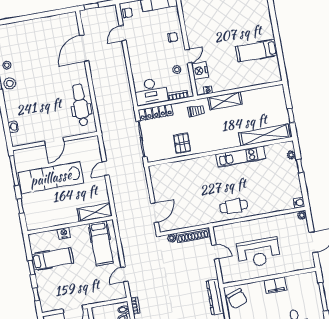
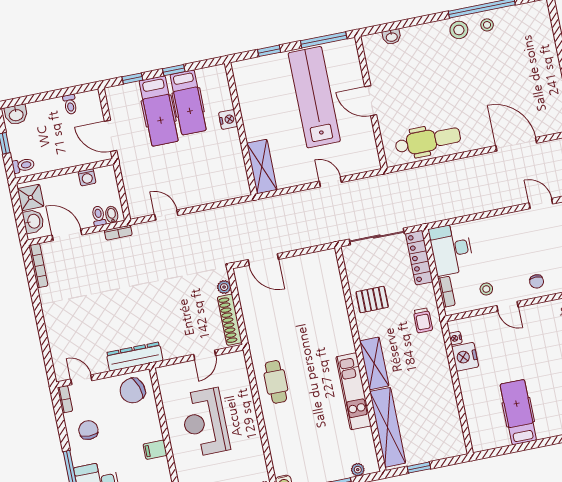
nightstand: (200, 71) -> (465, 357), moved, turned -90
shelving: (225, 101) -> (374, 363), moved
hospital bed: (101, 243) -> (159, 111), moved, turned -90
filing cabinet: (275, 285) -> (155, 450), width x0.50

